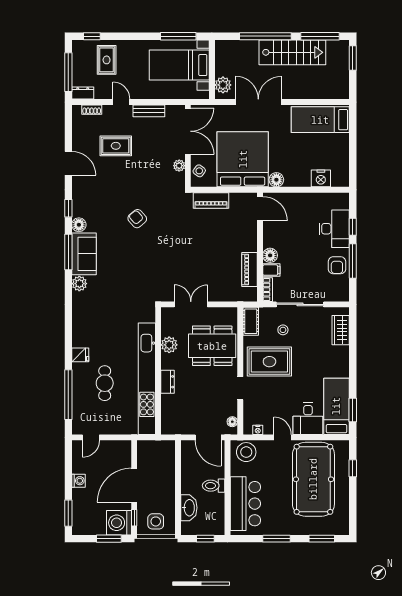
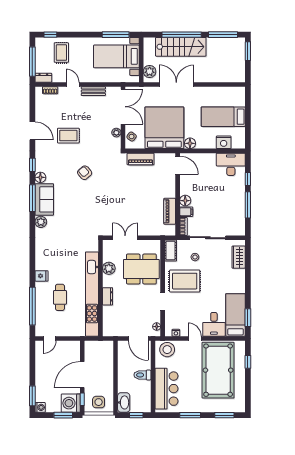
stairs: (292, 52) -> (181, 47), moved
bed: (320, 120) -> (223, 117), moved
rug: (116, 146) -> (68, 136), moved
desk: (334, 229) -> (231, 164), moved, turned -90
armchair: (337, 265) -> (236, 208), removed
washing machine: (78, 481) -> (40, 407), moved
washbasin: (189, 508) -> (124, 402), moved

